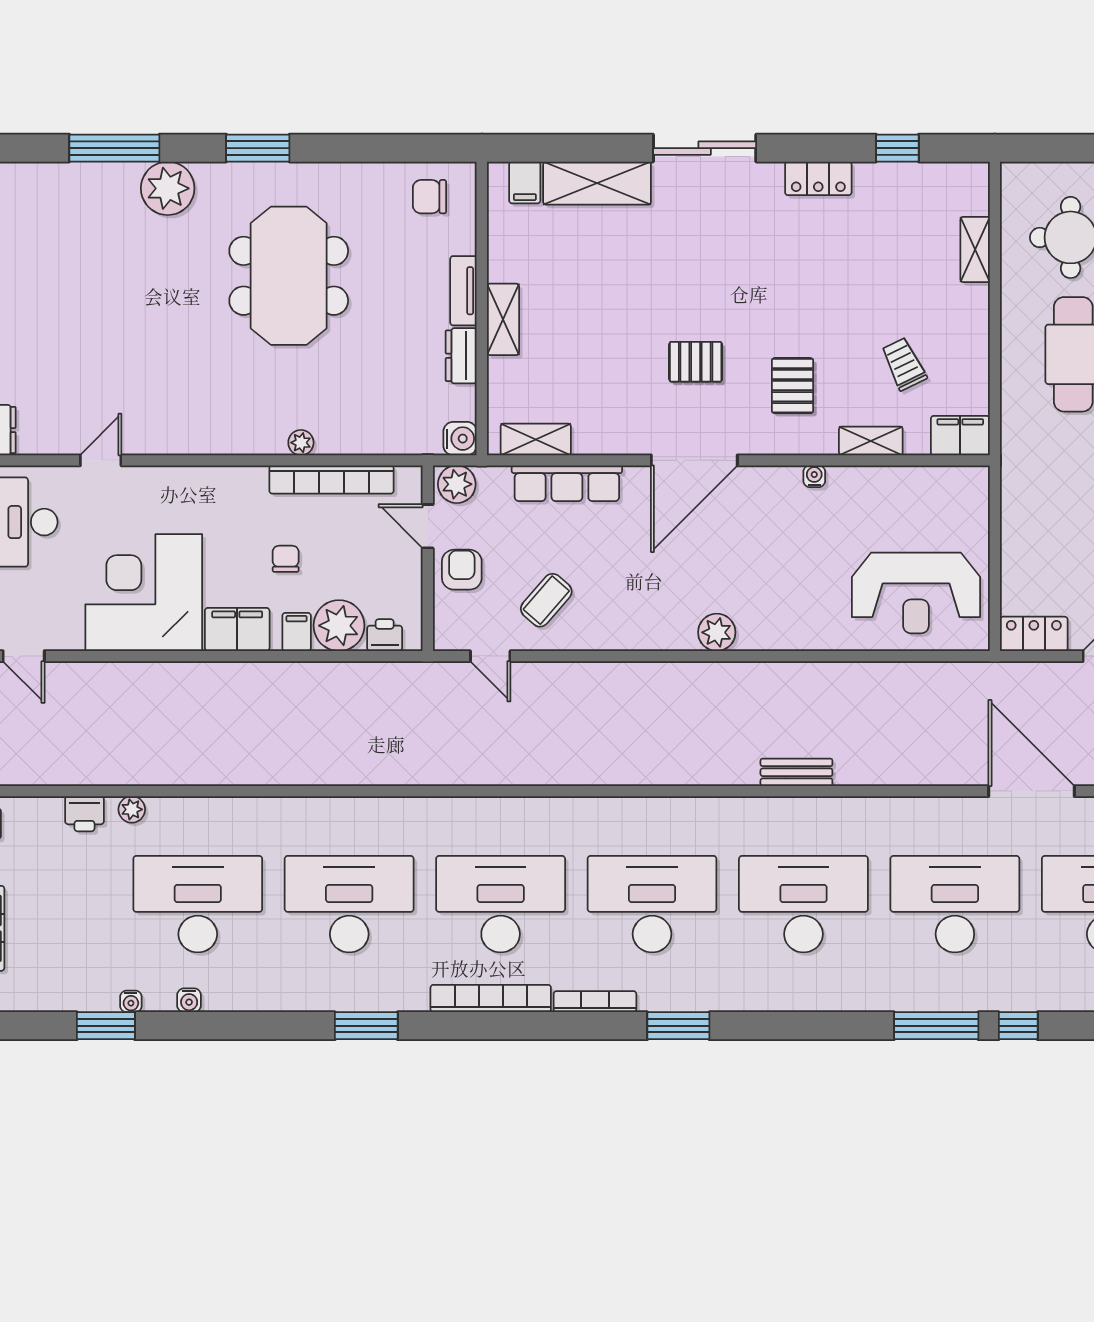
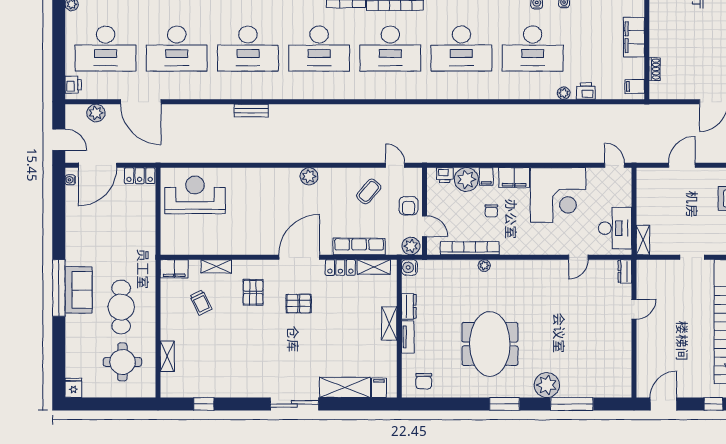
locker: (818, 178) -> (340, 267), moved, turned 180
chair: (429, 197) -> (424, 381), turned 90
water cooler: (814, 476) -> (243, 250), removed
plant: (717, 632) -> (309, 176), moved

